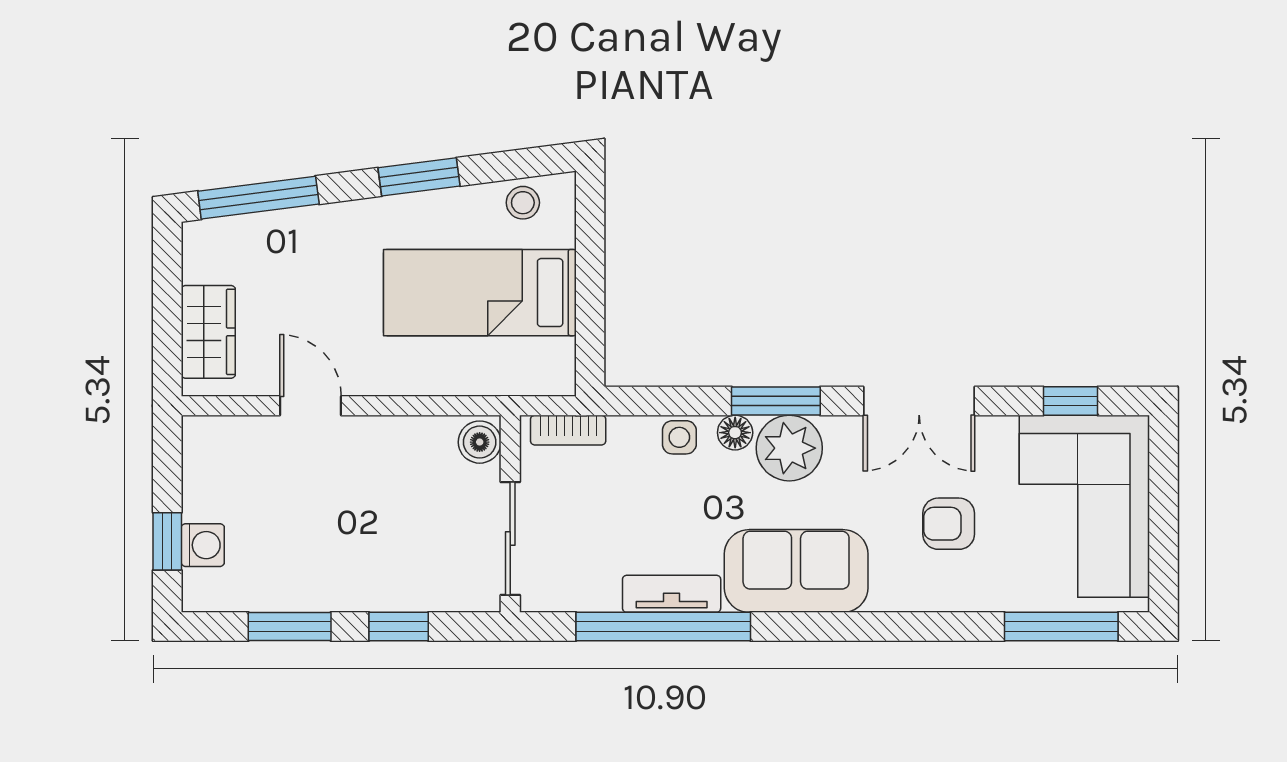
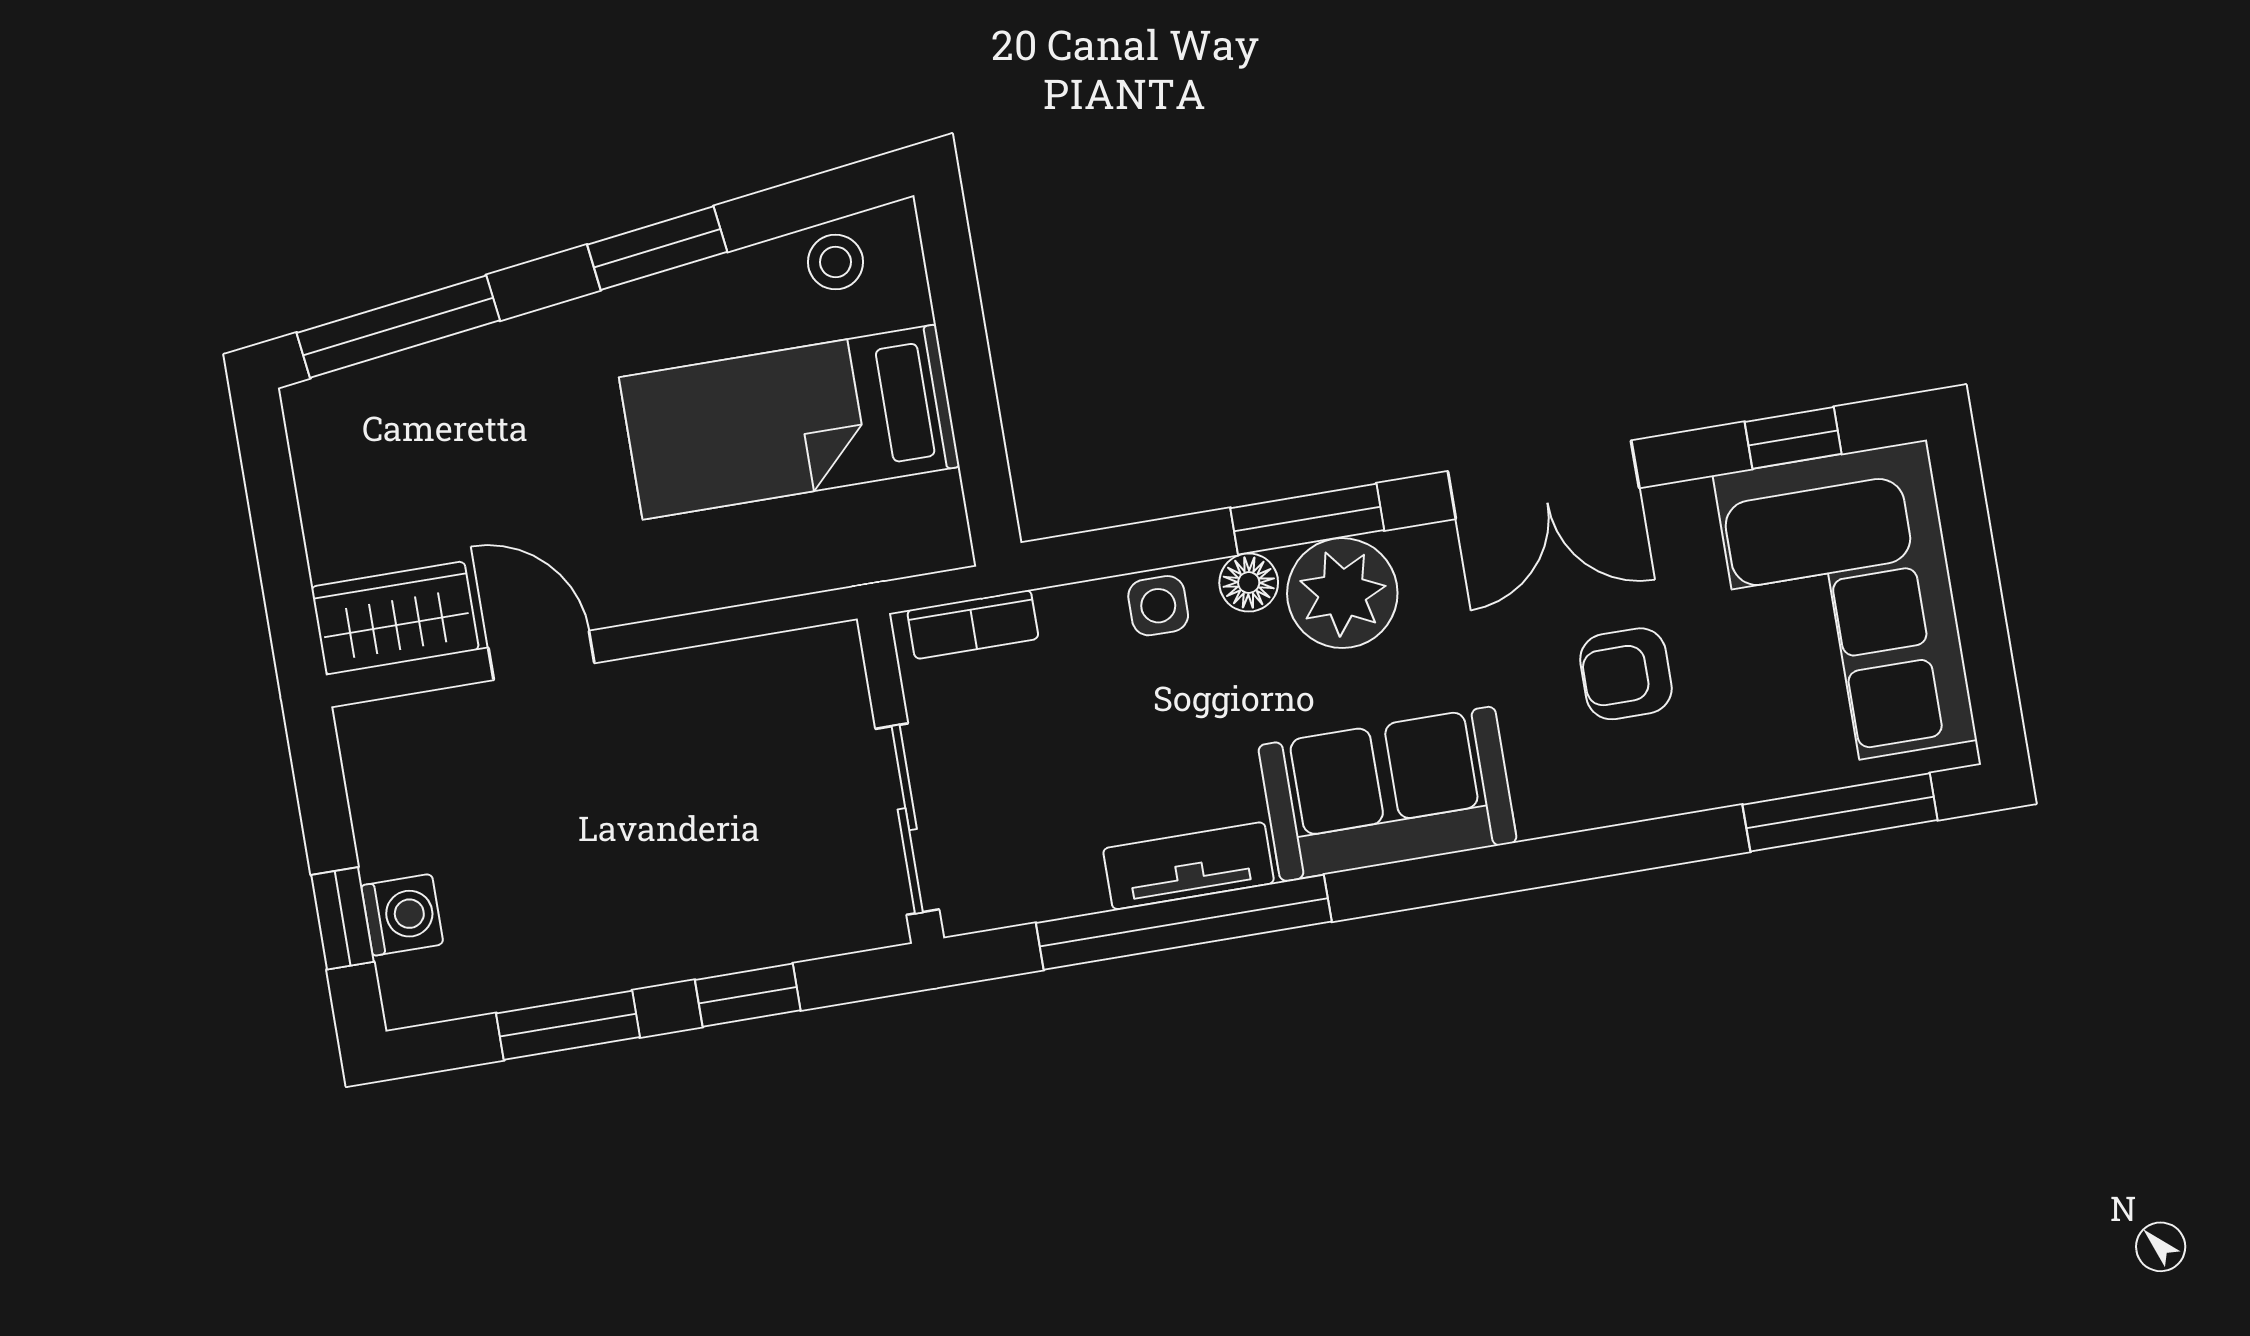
wardrobe: (208, 332) -> (395, 618), moved, turned -90
boiler: (480, 442) -> (830, 669), removed

